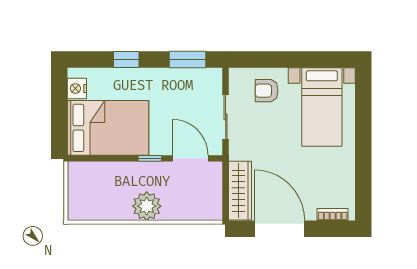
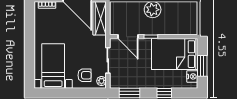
plant: (237, 80) -> (101, 81), added
window: (59, 107) -> (202, 66), added

